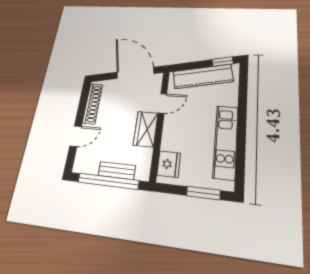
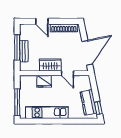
kitchen counter: (203, 76) -> (88, 102), width x0.67
fridge: (169, 164) -> (44, 81), moved
window: (108, 181) -> (17, 47), width x0.68
window: (203, 193) -> (17, 102), width x1.44

